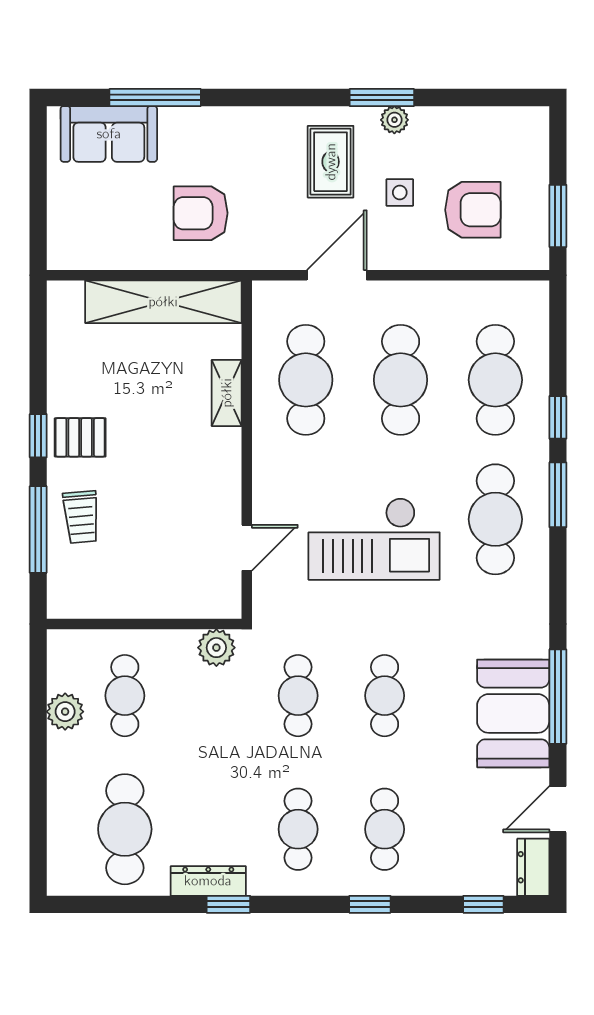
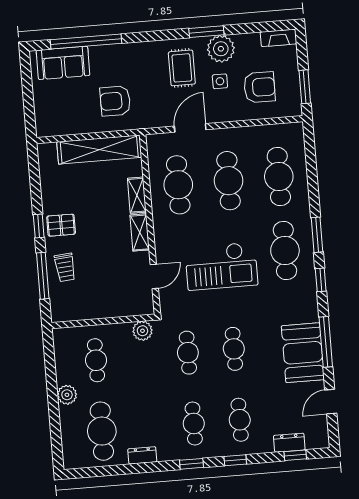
window: (155, 97) -> (86, 42), width x1.46
plant: (394, 120) -> (221, 49), width x1.88, depth x1.88
fireplace: (516, 120) -> (278, 38), added
window: (558, 417) -> (321, 280), moved
shelving: (226, 463) -> (140, 232), added
plant: (65, 712) -> (67, 395), moved
dresser: (533, 867) -> (289, 443), moved, turned 90
dresser: (208, 881) -> (142, 455), width x0.70
window: (228, 904) -> (192, 464), moved

